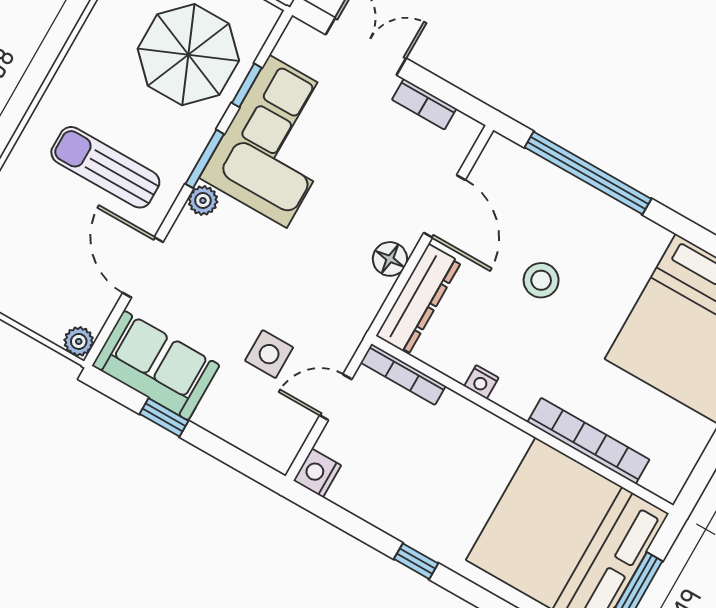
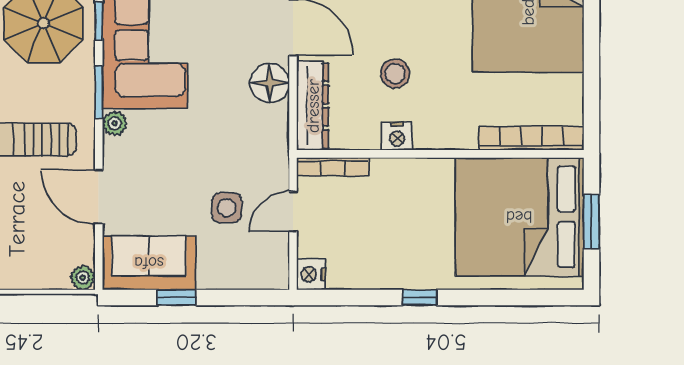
floor lamp: (390, 259) -> (270, 83), width x1.38, depth x1.38
stool: (541, 280) -> (395, 73), moved
nightstand: (481, 382) -> (397, 136), width x1.39, depth x1.35
bookcase: (588, 441) -> (531, 138), moved

